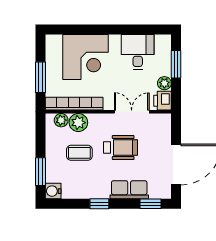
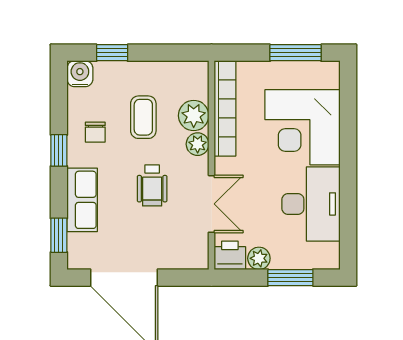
desk: (138, 52) -> (311, 204), width x1.37
window: (41, 77) -> (296, 53), moved
plant: (61, 120) -> (198, 144), moved
wheelchair: (120, 148) -> (152, 185), width x0.73, depth x0.73
window: (41, 172) -> (112, 53), width x0.67
chair: (88, 182) -> (95, 132), added

